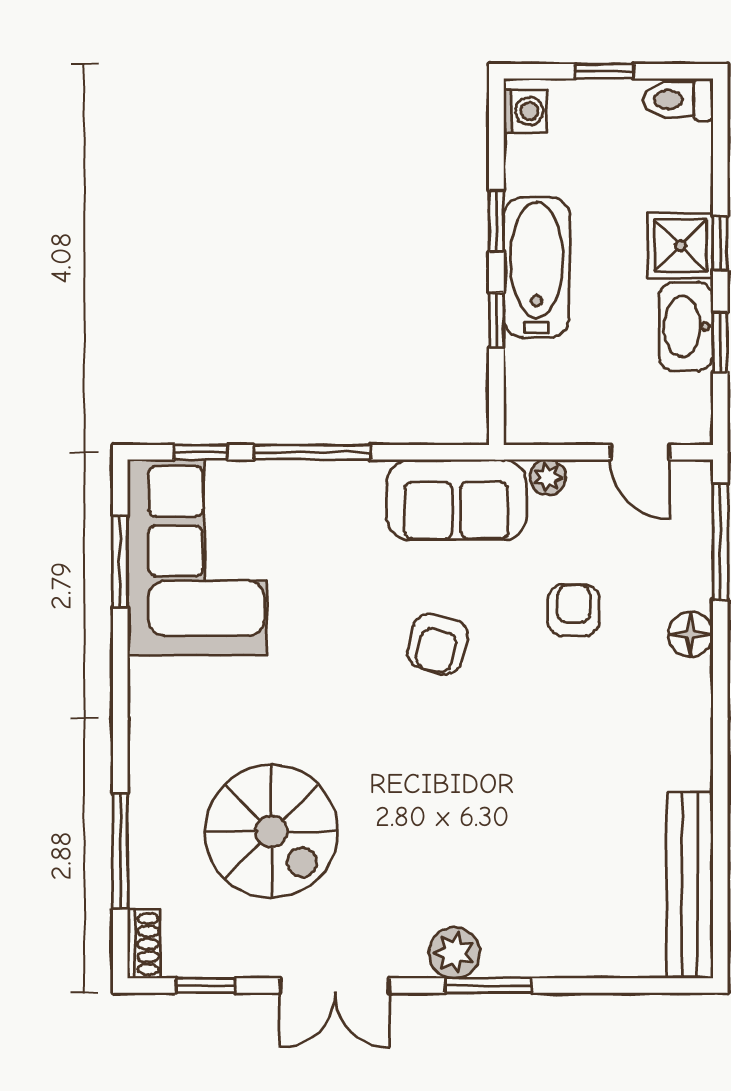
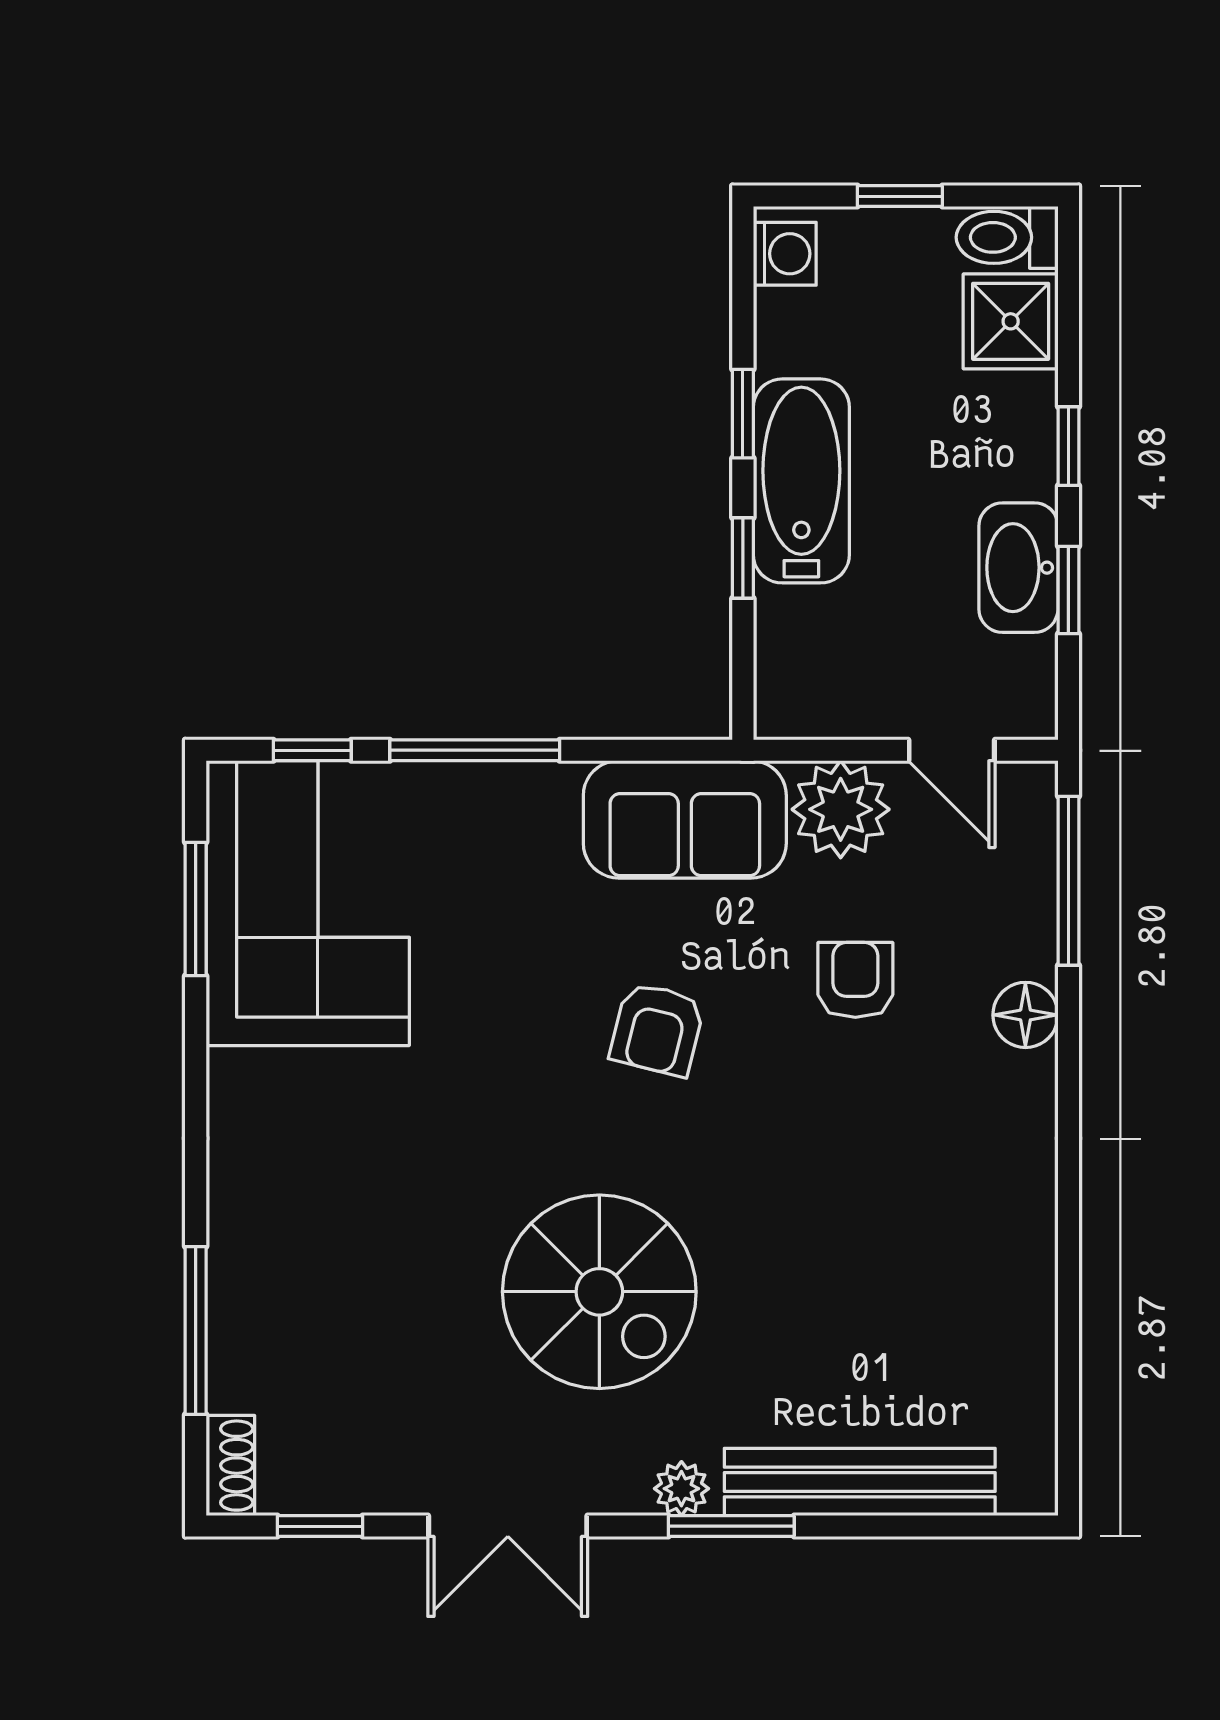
shower: (680, 246) -> (1011, 321), moved
plant: (548, 477) -> (841, 809), width x1.87, depth x1.87
spiral stairs: (271, 832) -> (599, 1292), moved
bench: (690, 885) -> (860, 1482), moved, turned 90
plant: (454, 953) -> (681, 1489), width x0.73, depth x0.73

